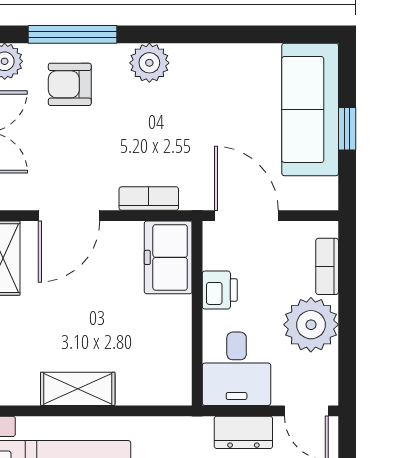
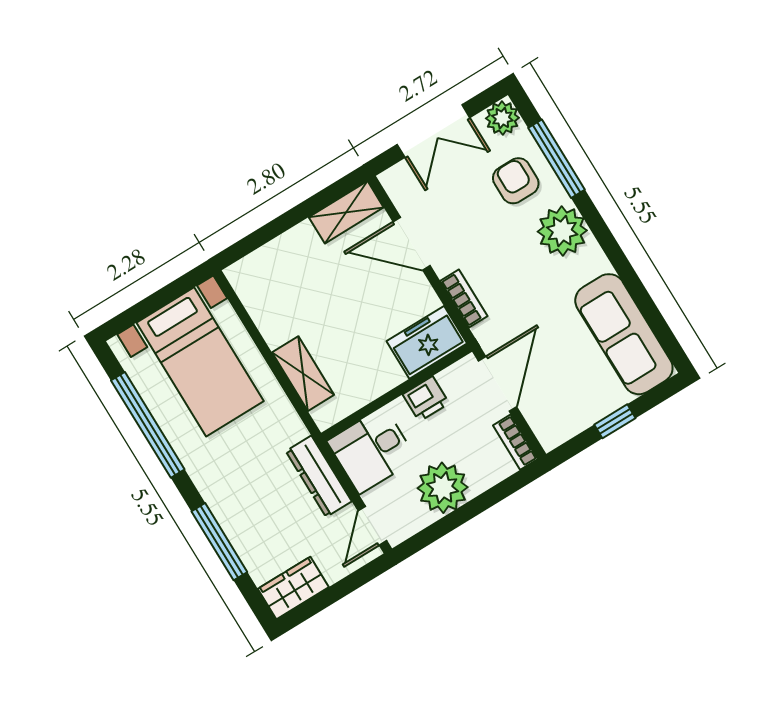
plant: (149, 63) -> (562, 231), width x1.36, depth x1.36
sofa: (310, 109) -> (624, 334), moved, turned -90
bookcase: (327, 266) -> (515, 442), moved, turned -90
shelving: (78, 389) -> (303, 374), moved
dresser: (243, 432) -> (319, 476), width x1.44

